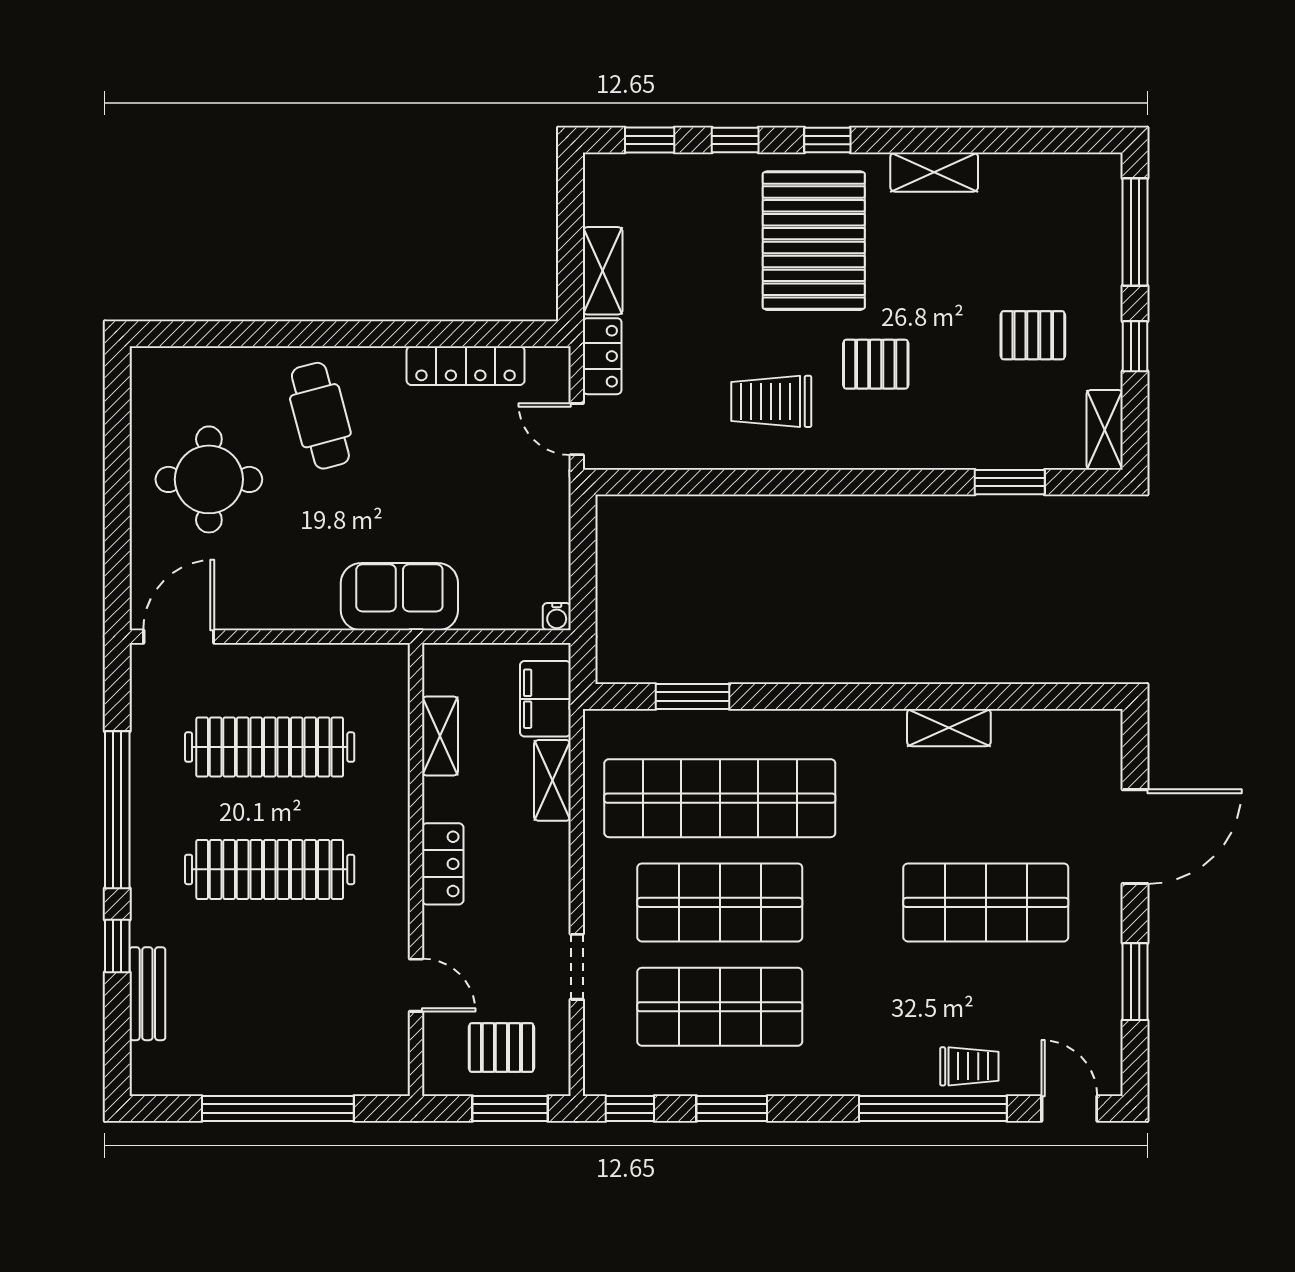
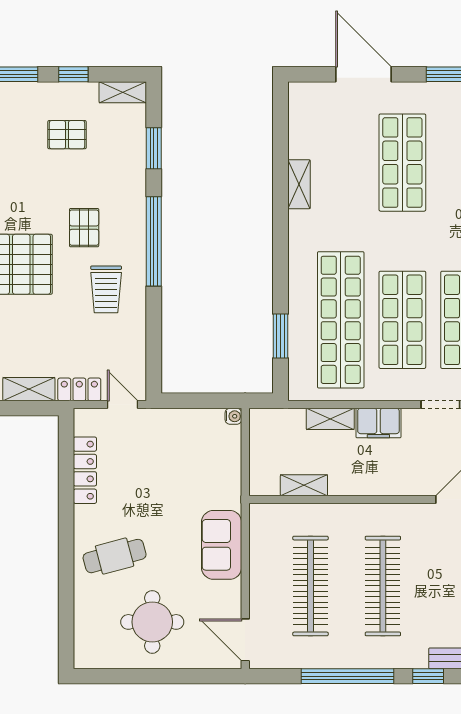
pallet: (1033, 335) -> (67, 135), turned 90
door: (577, 429) -> (123, 404), swing flipped
window: (852, 482) -> (154, 241), added
sofa: (399, 597) -> (222, 545), moved
filing cabinet: (545, 699) -> (378, 423), moved
locker: (443, 864) -> (380, 484), removed

